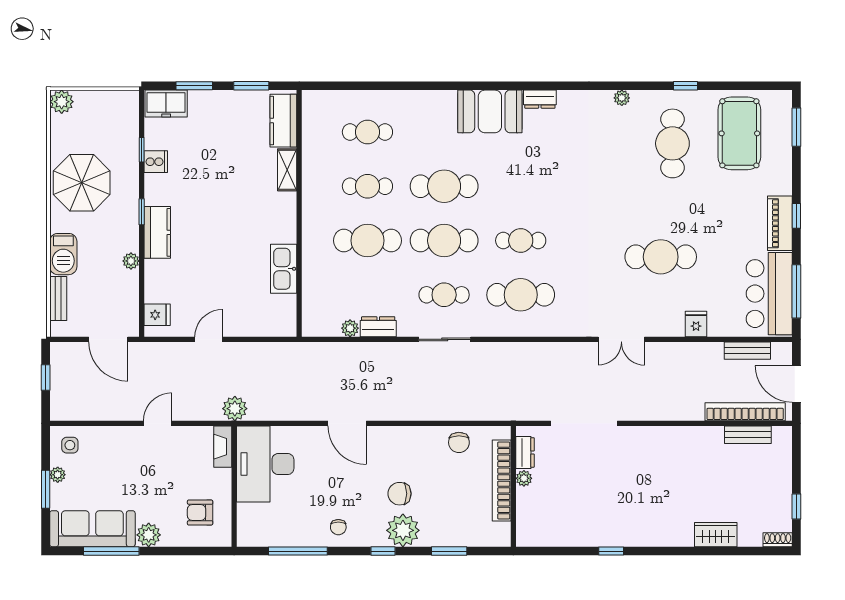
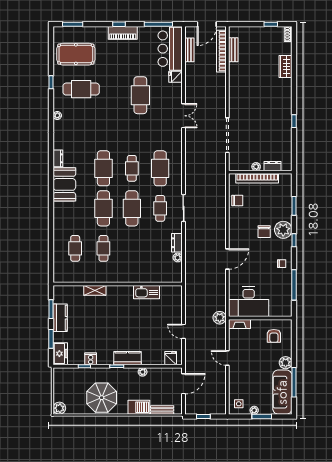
kitchen counter: (283, 121) -> (60, 318), moved, turned -90
cafe table: (367, 241) -> (103, 168), moved
bar counter: (769, 294) -> (170, 49), moved, turned 90
dresser: (525, 452) -> (273, 166), moved

